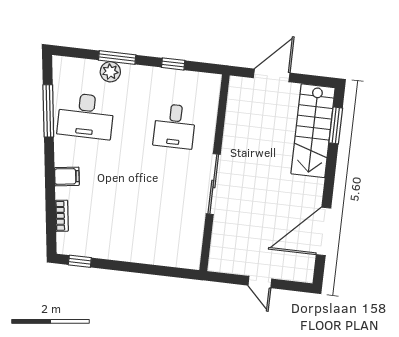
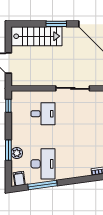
window: (173, 64) -> (8, 106), moved
window: (336, 125) -> (56, 24), moved
filing cabinet: (67, 176) -> (19, 179), moved

